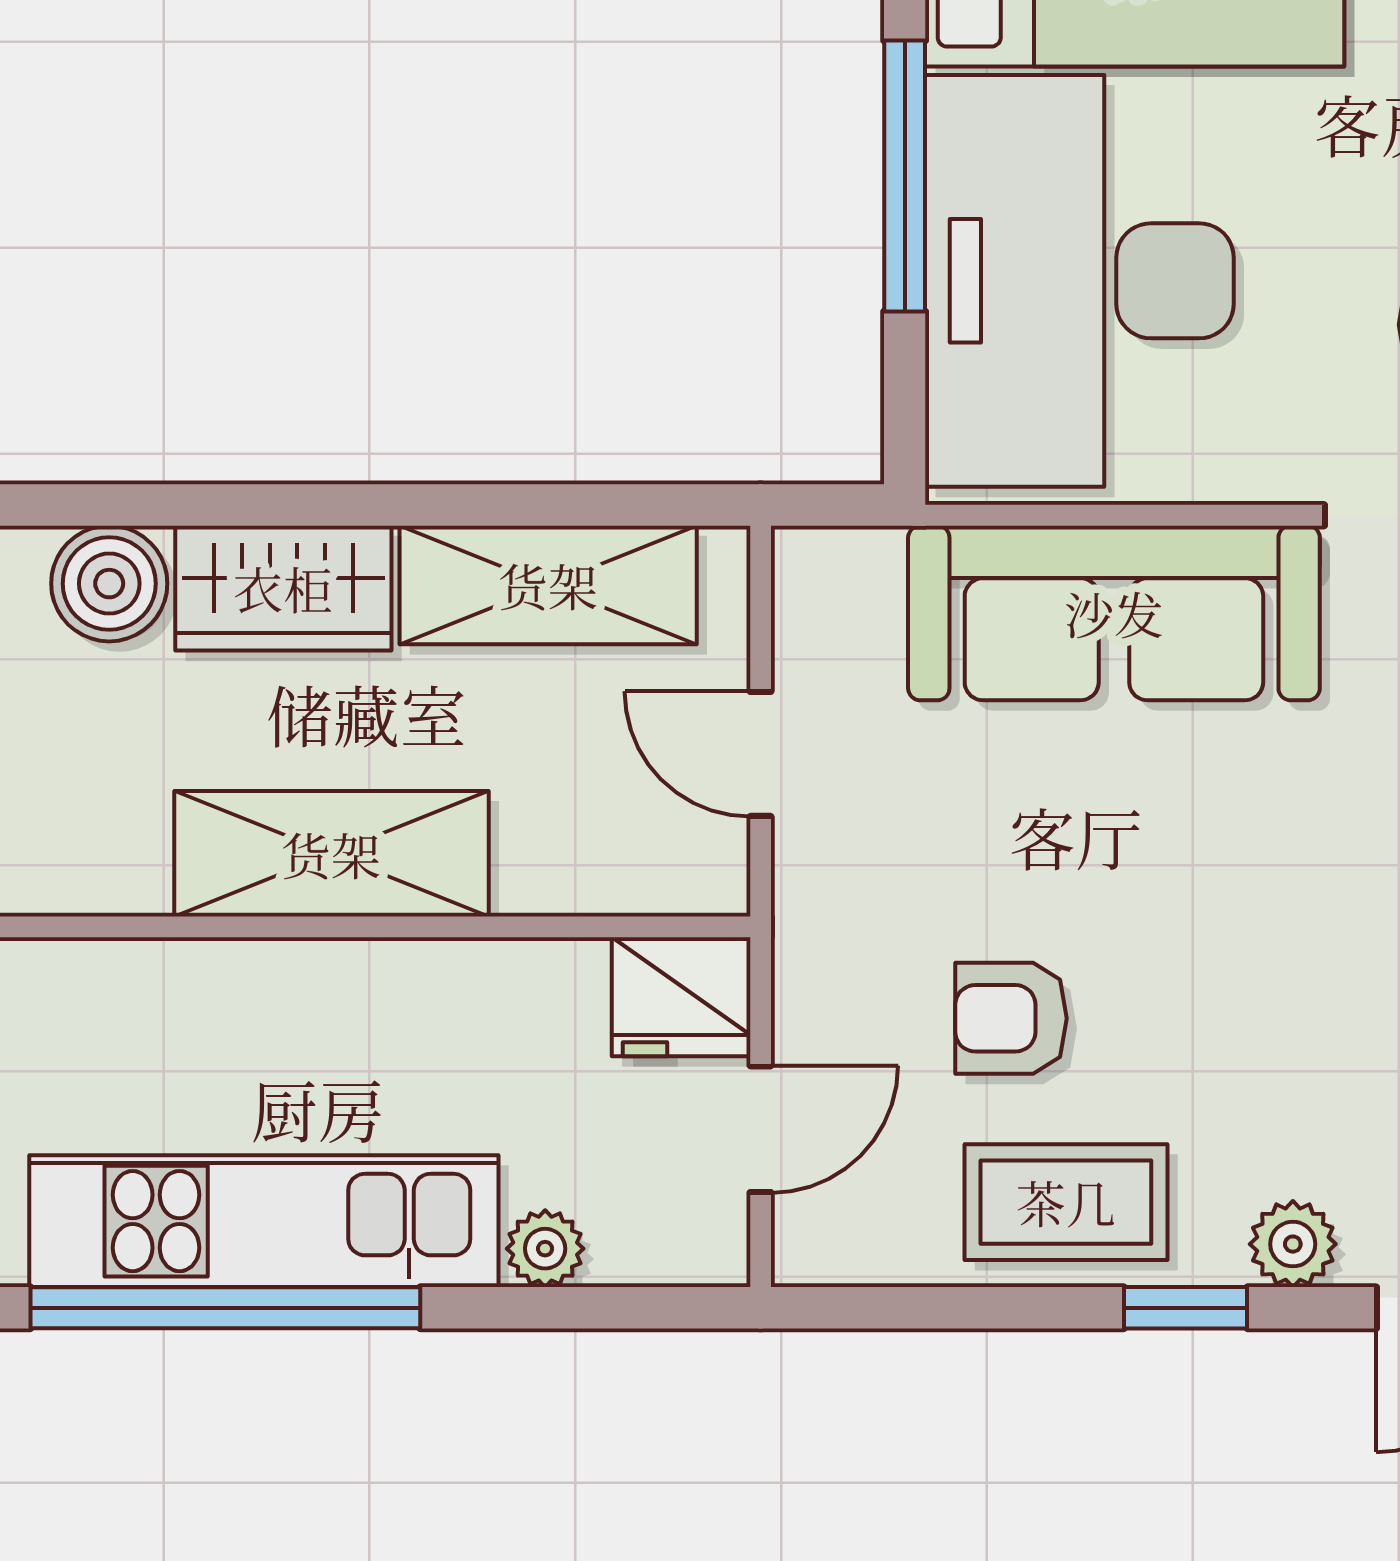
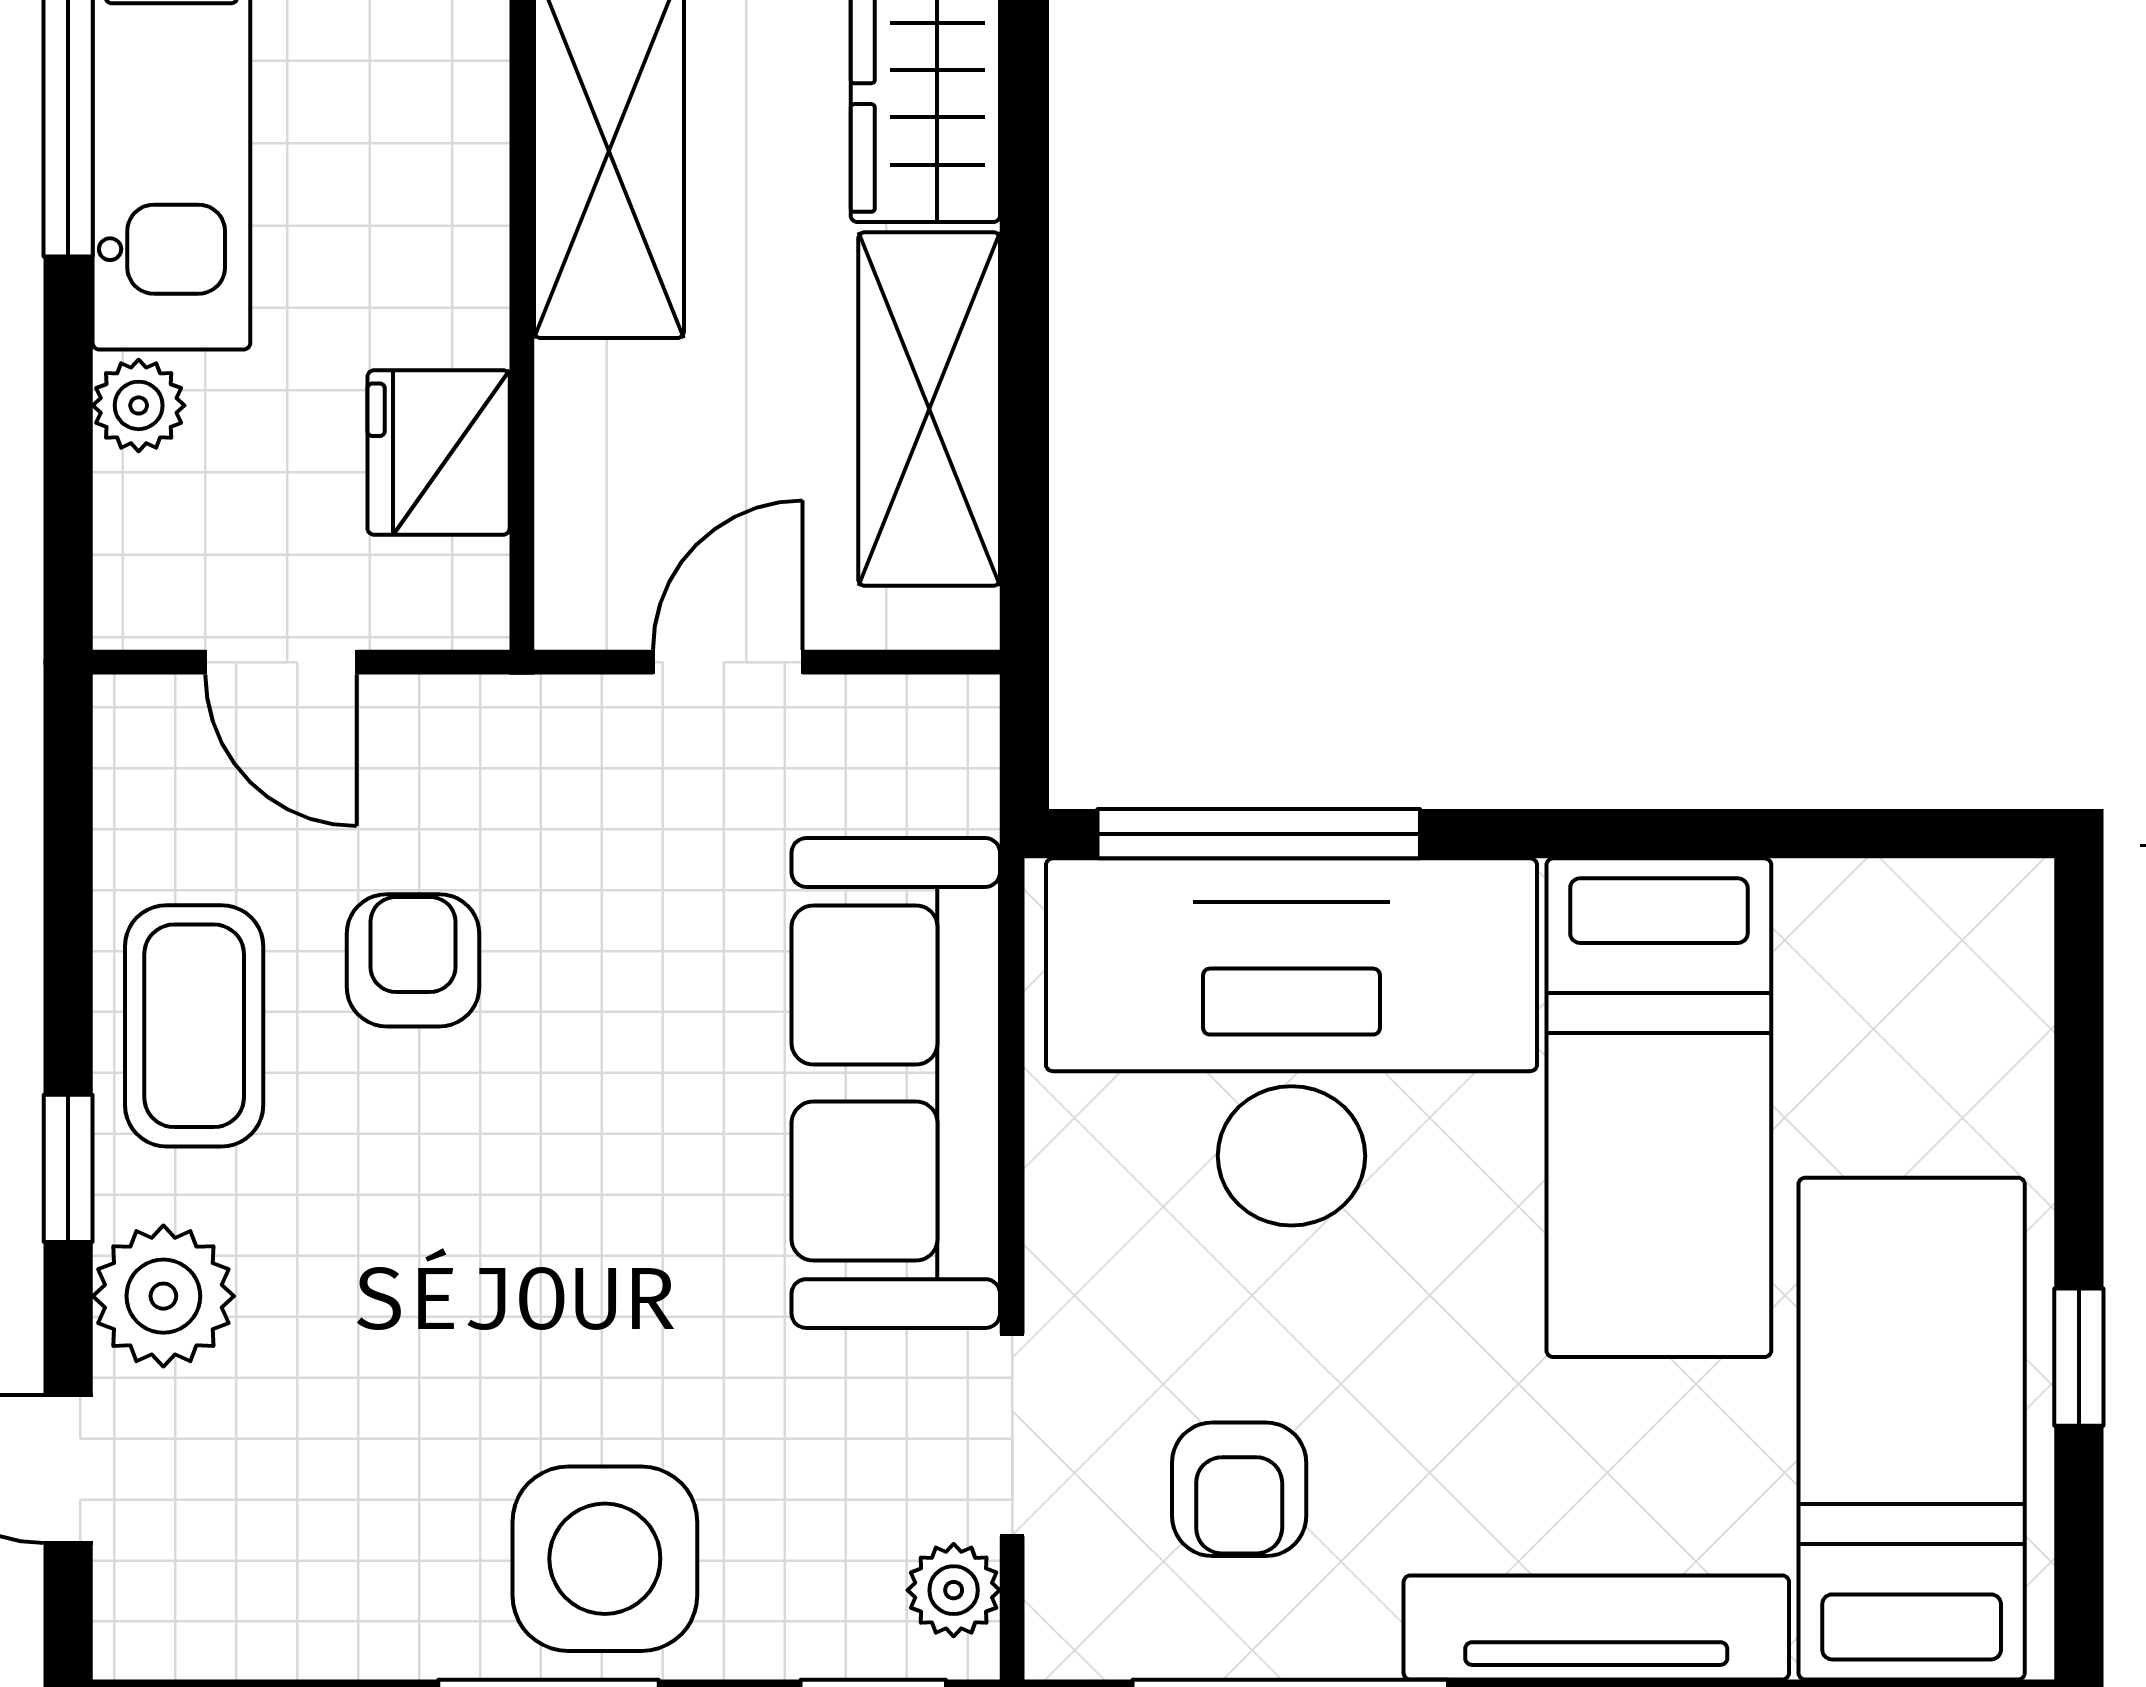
window: (905, 176) -> (1259, 834), moved
fridge: (681, 997) -> (439, 453), moved
plant: (1293, 1244) -> (163, 1296), width x1.38, depth x1.38

